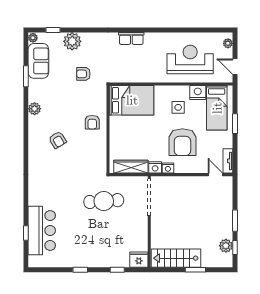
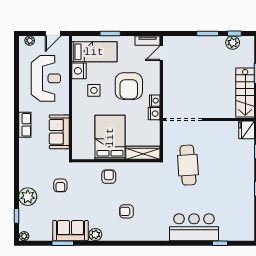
row of seats: (131, 38) -> (25, 125), moved
reception desk: (190, 59) -> (46, 78), turned 180
sofa: (38, 61) -> (70, 231), moved
sofa: (137, 73) -> (59, 132), added
bed: (132, 100) -> (110, 137), moved
armchair: (92, 122) -> (109, 177), turned -90
armchair: (58, 140) -> (127, 211), turned -149
armchair: (182, 142) -> (129, 86), turned 90
wardrobe: (131, 167) -> (143, 153), moved, turned 90
bar counter: (42, 230) -> (194, 227), moved

